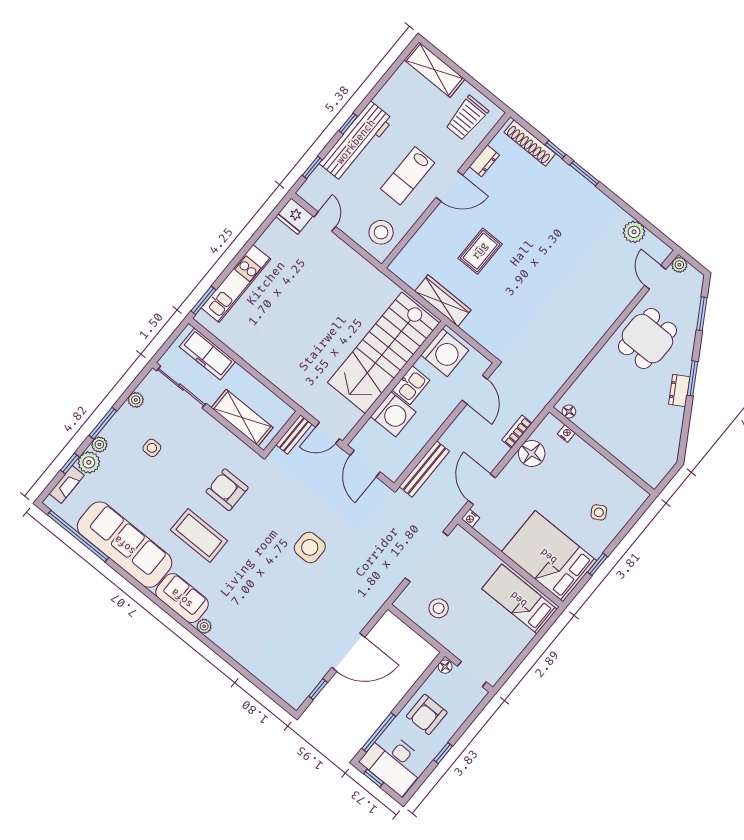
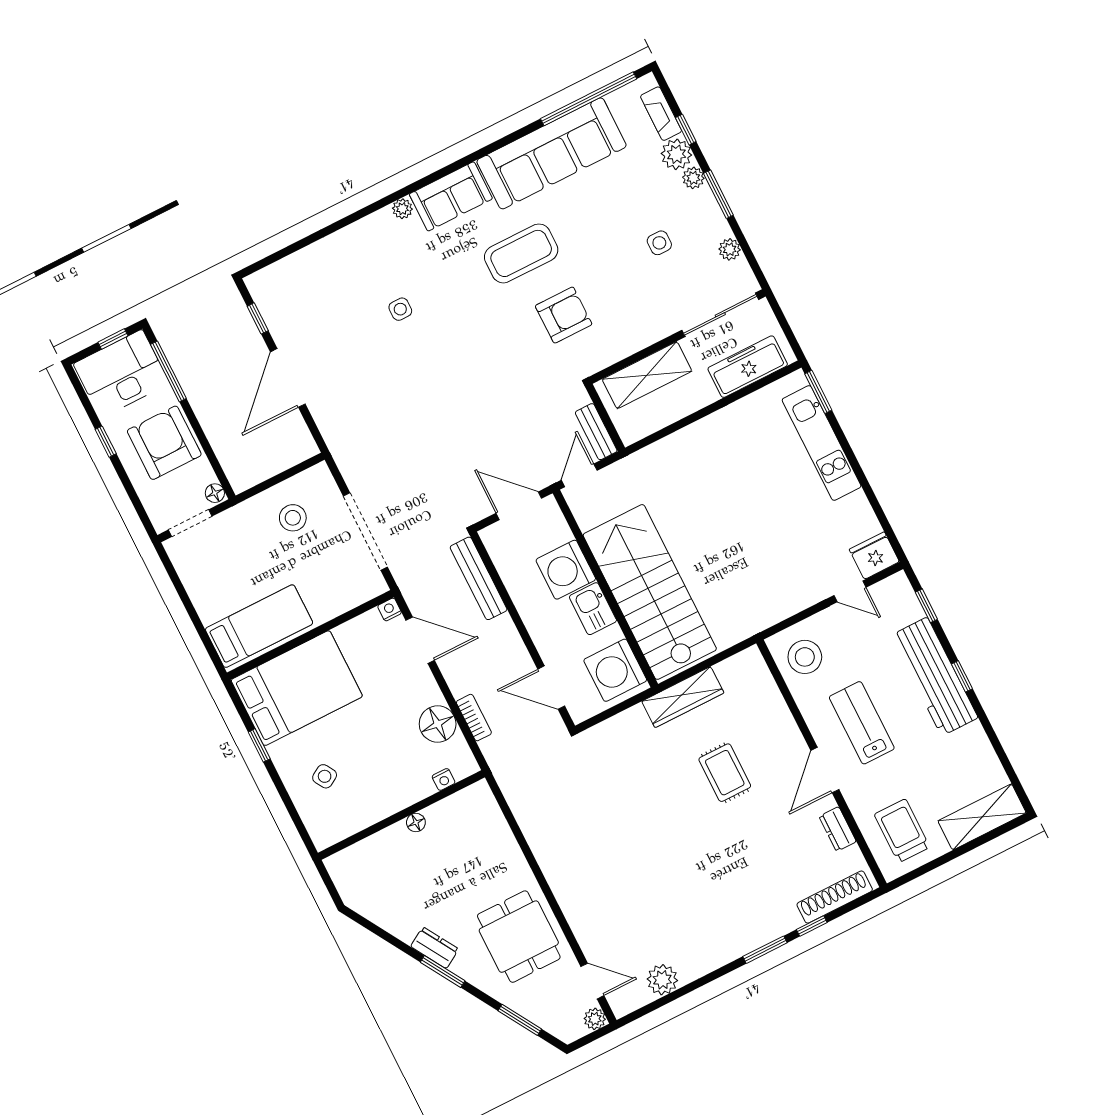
floor lamp: (569, 411) -> (416, 823), moved
side table: (310, 547) -> (400, 309), moved, width x0.54, depth x0.54
armchair: (427, 714) -> (164, 443), width x1.36, depth x1.36

